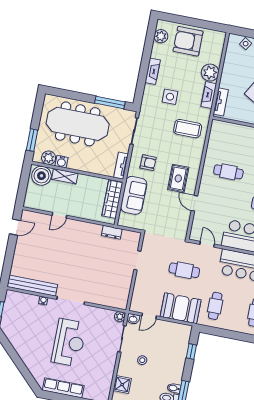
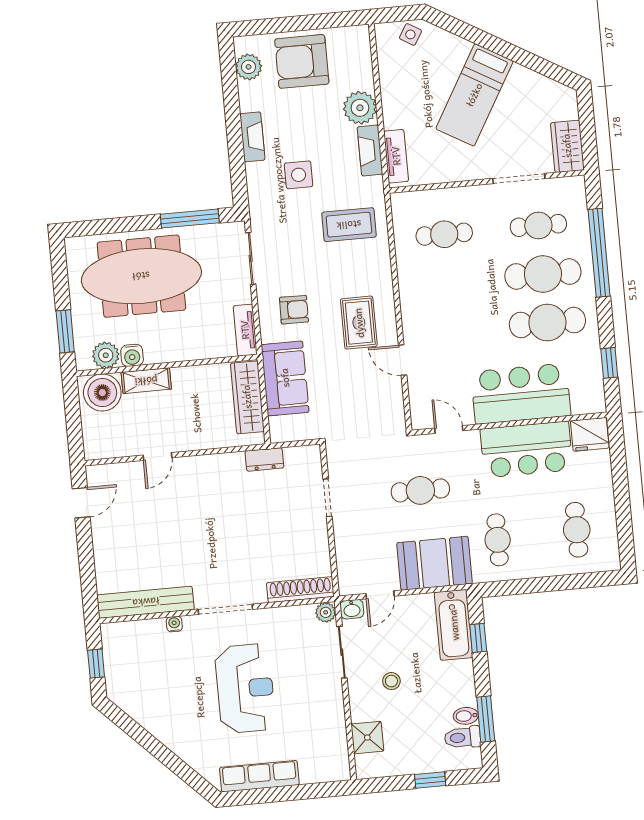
cafe table: (228, 172) -> (444, 234), moved
shoe rack: (111, 302) -> (300, 590), added
bathtub: (181, 341) -> (454, 625), added

